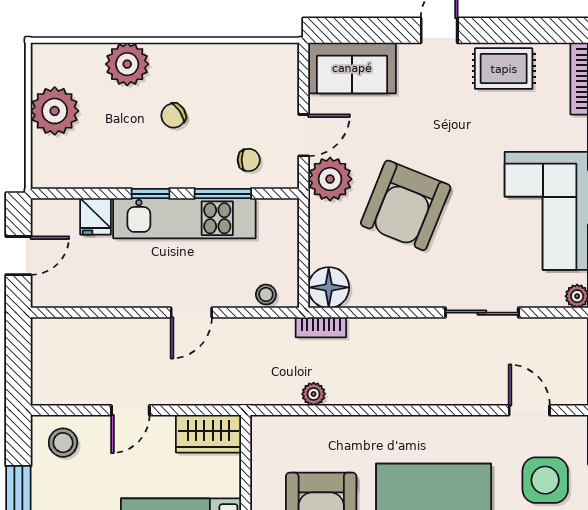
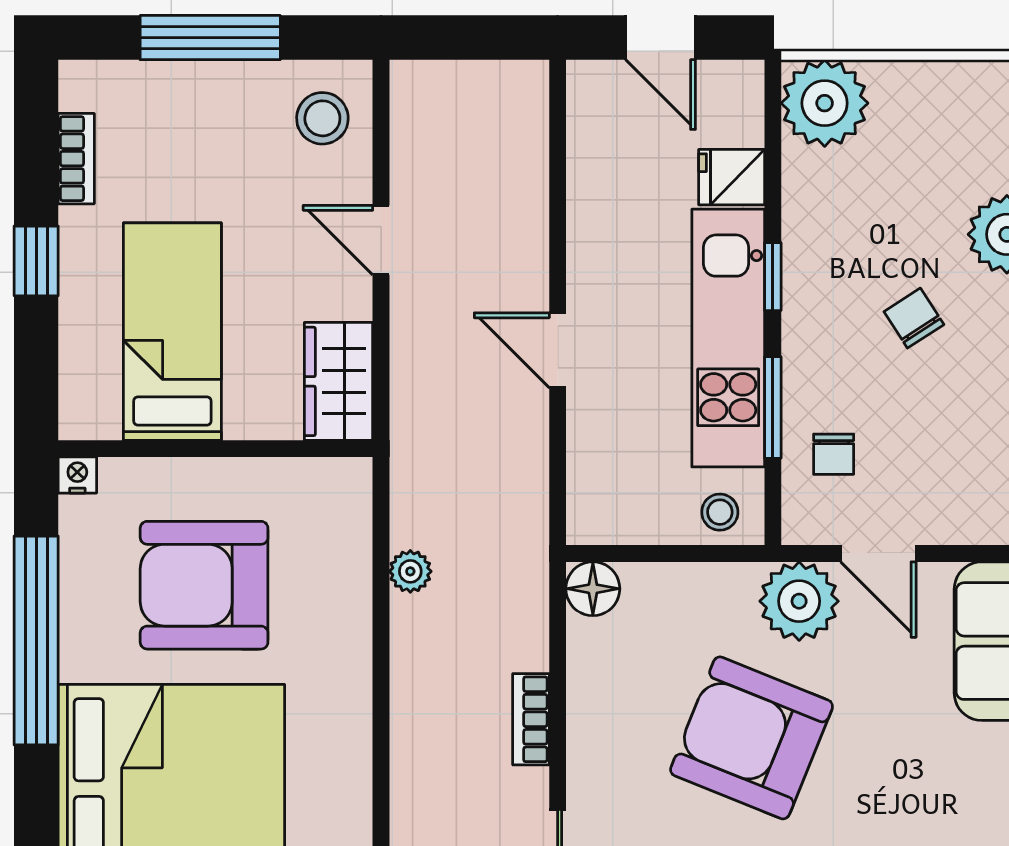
plant: (55, 111) -> (825, 103), moved
floor lamp: (329, 287) -> (593, 589), width x0.73, depth x0.73
stool: (266, 294) -> (720, 512), moved
bookcase: (321, 327) -> (531, 719), moved

